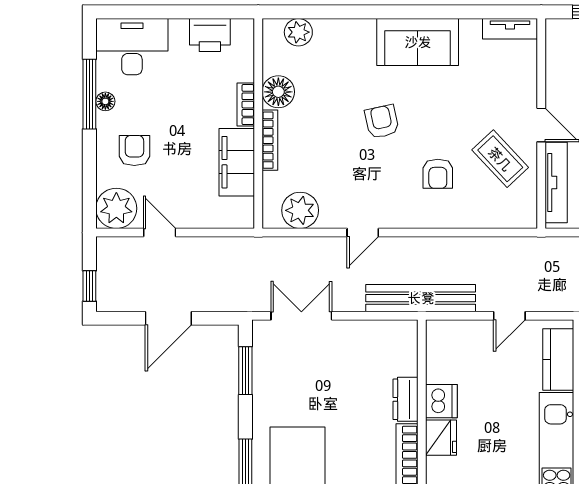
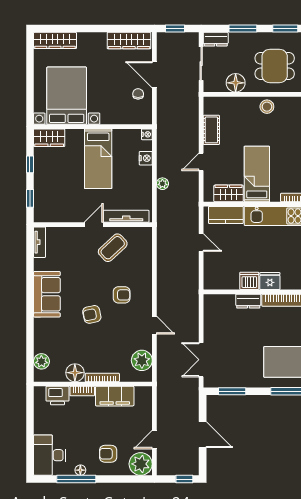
printer: (210, 35) -> (57, 396), moved, turned 90
armchair: (438, 174) -> (122, 295), moved
bench: (421, 298) -> (191, 293), removed

